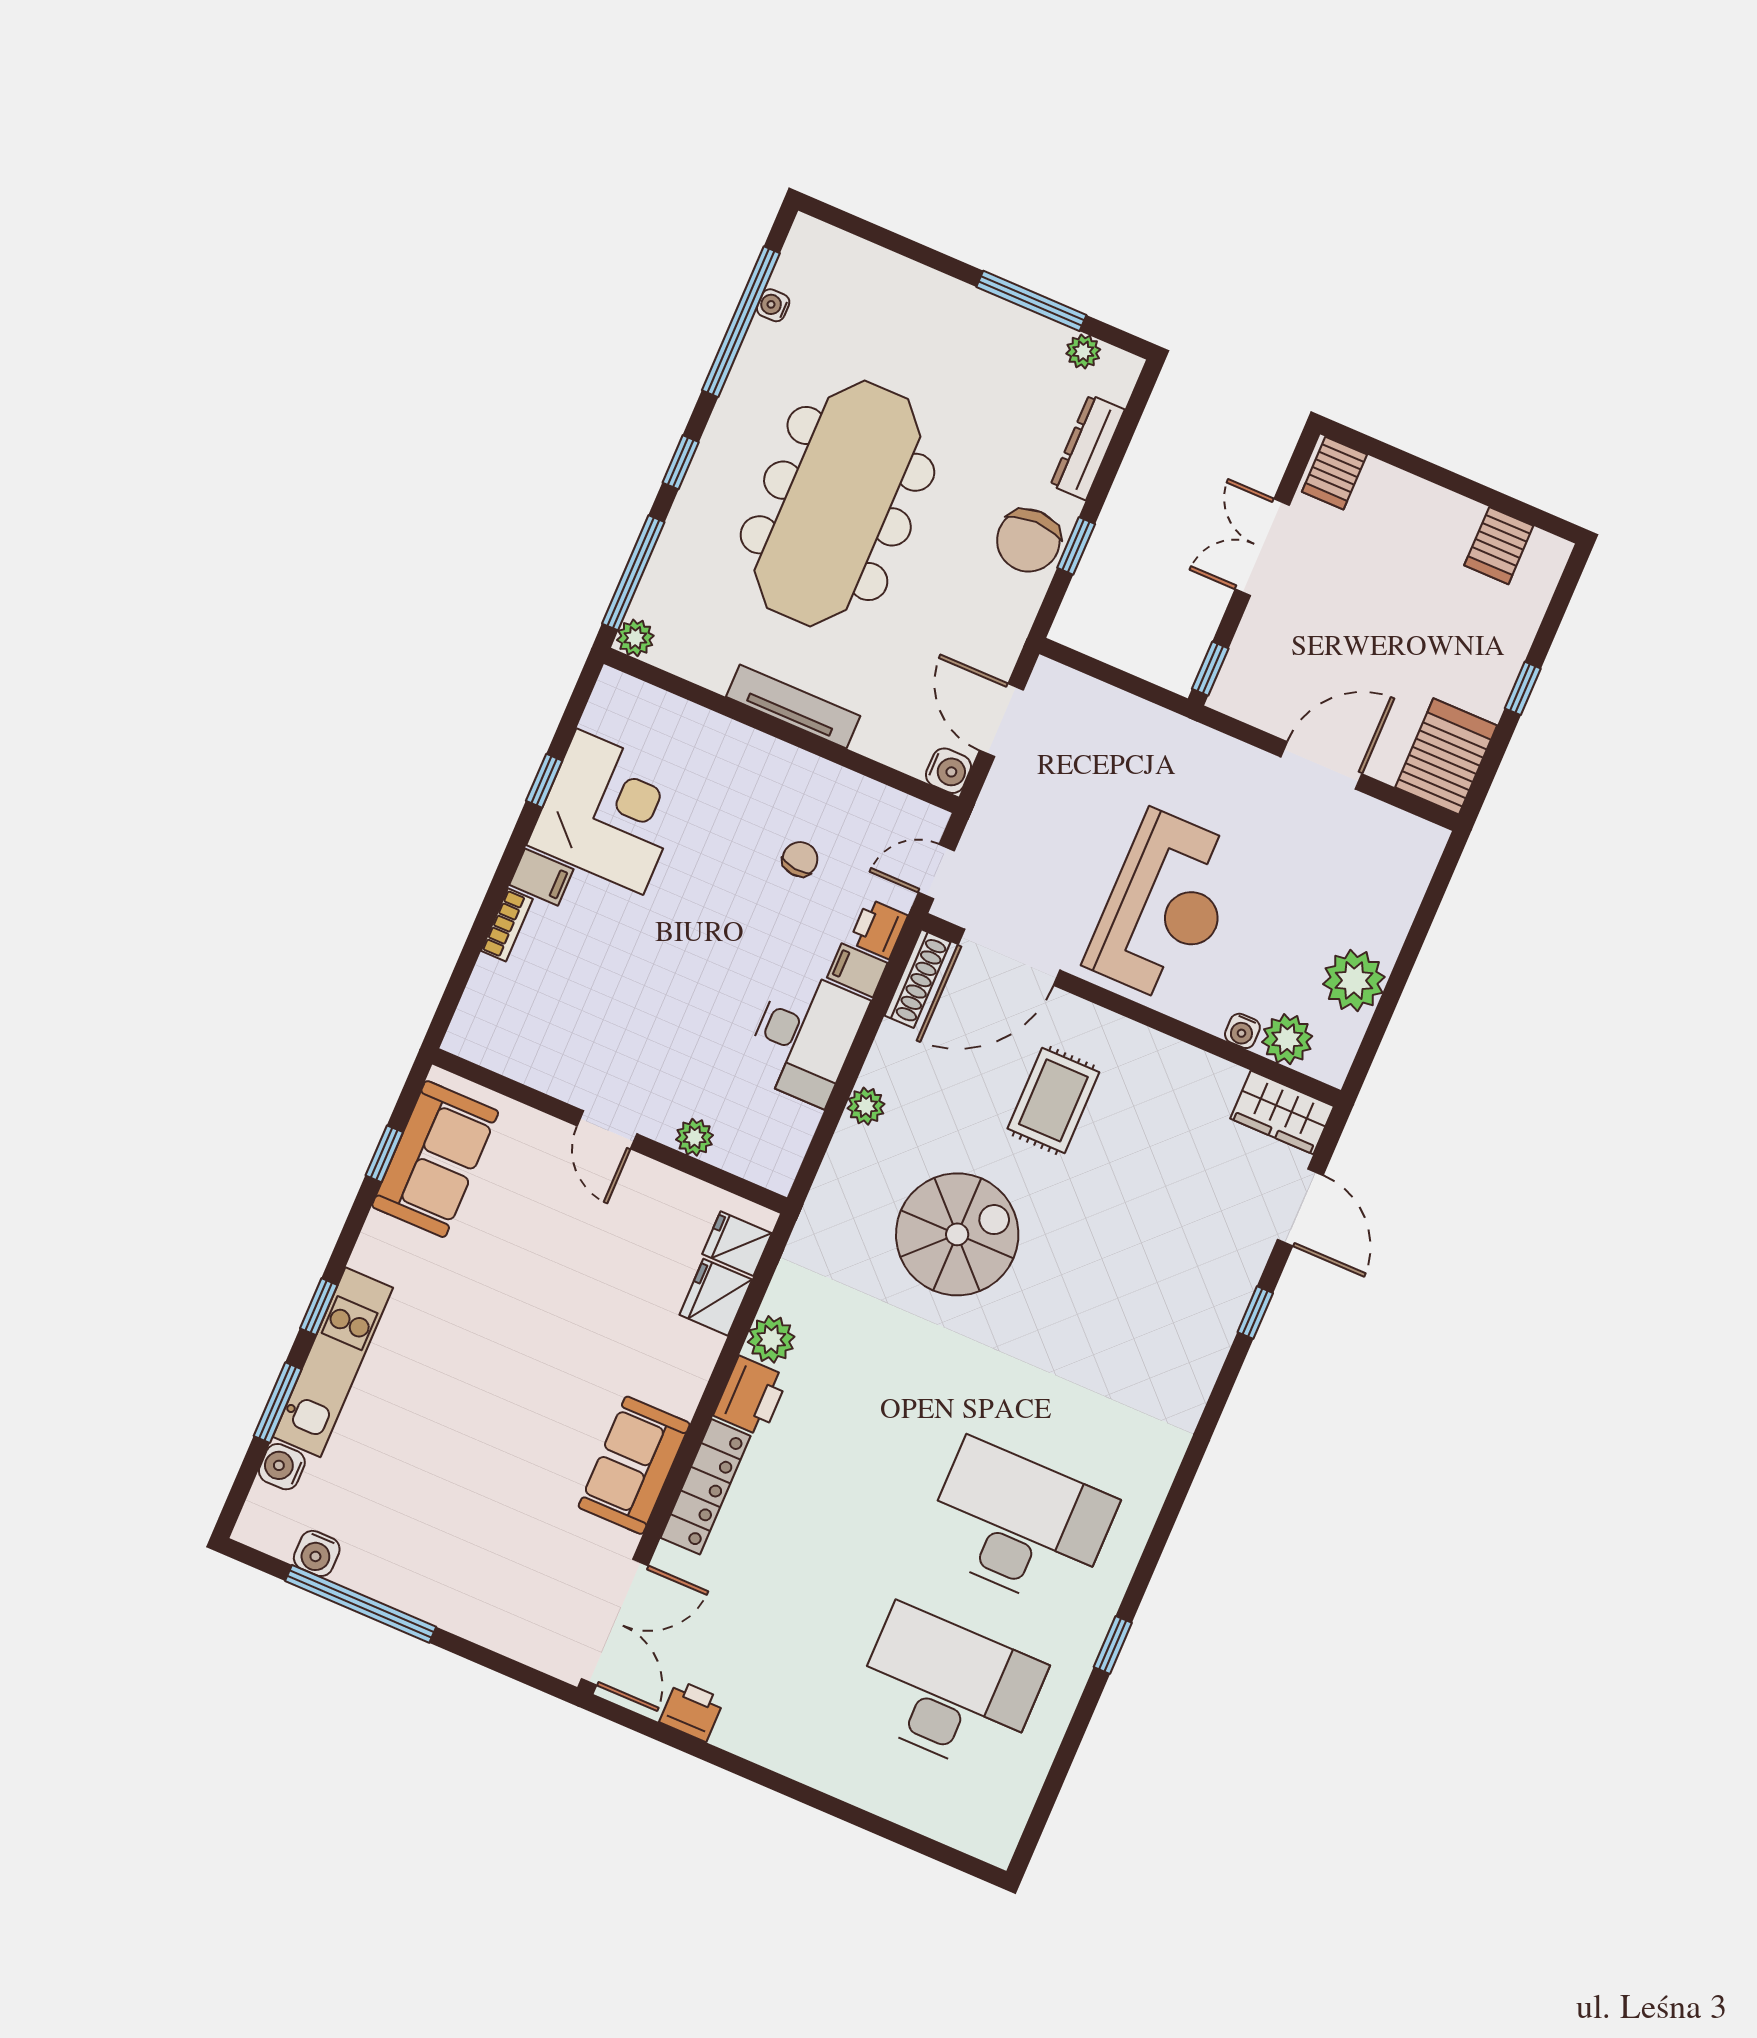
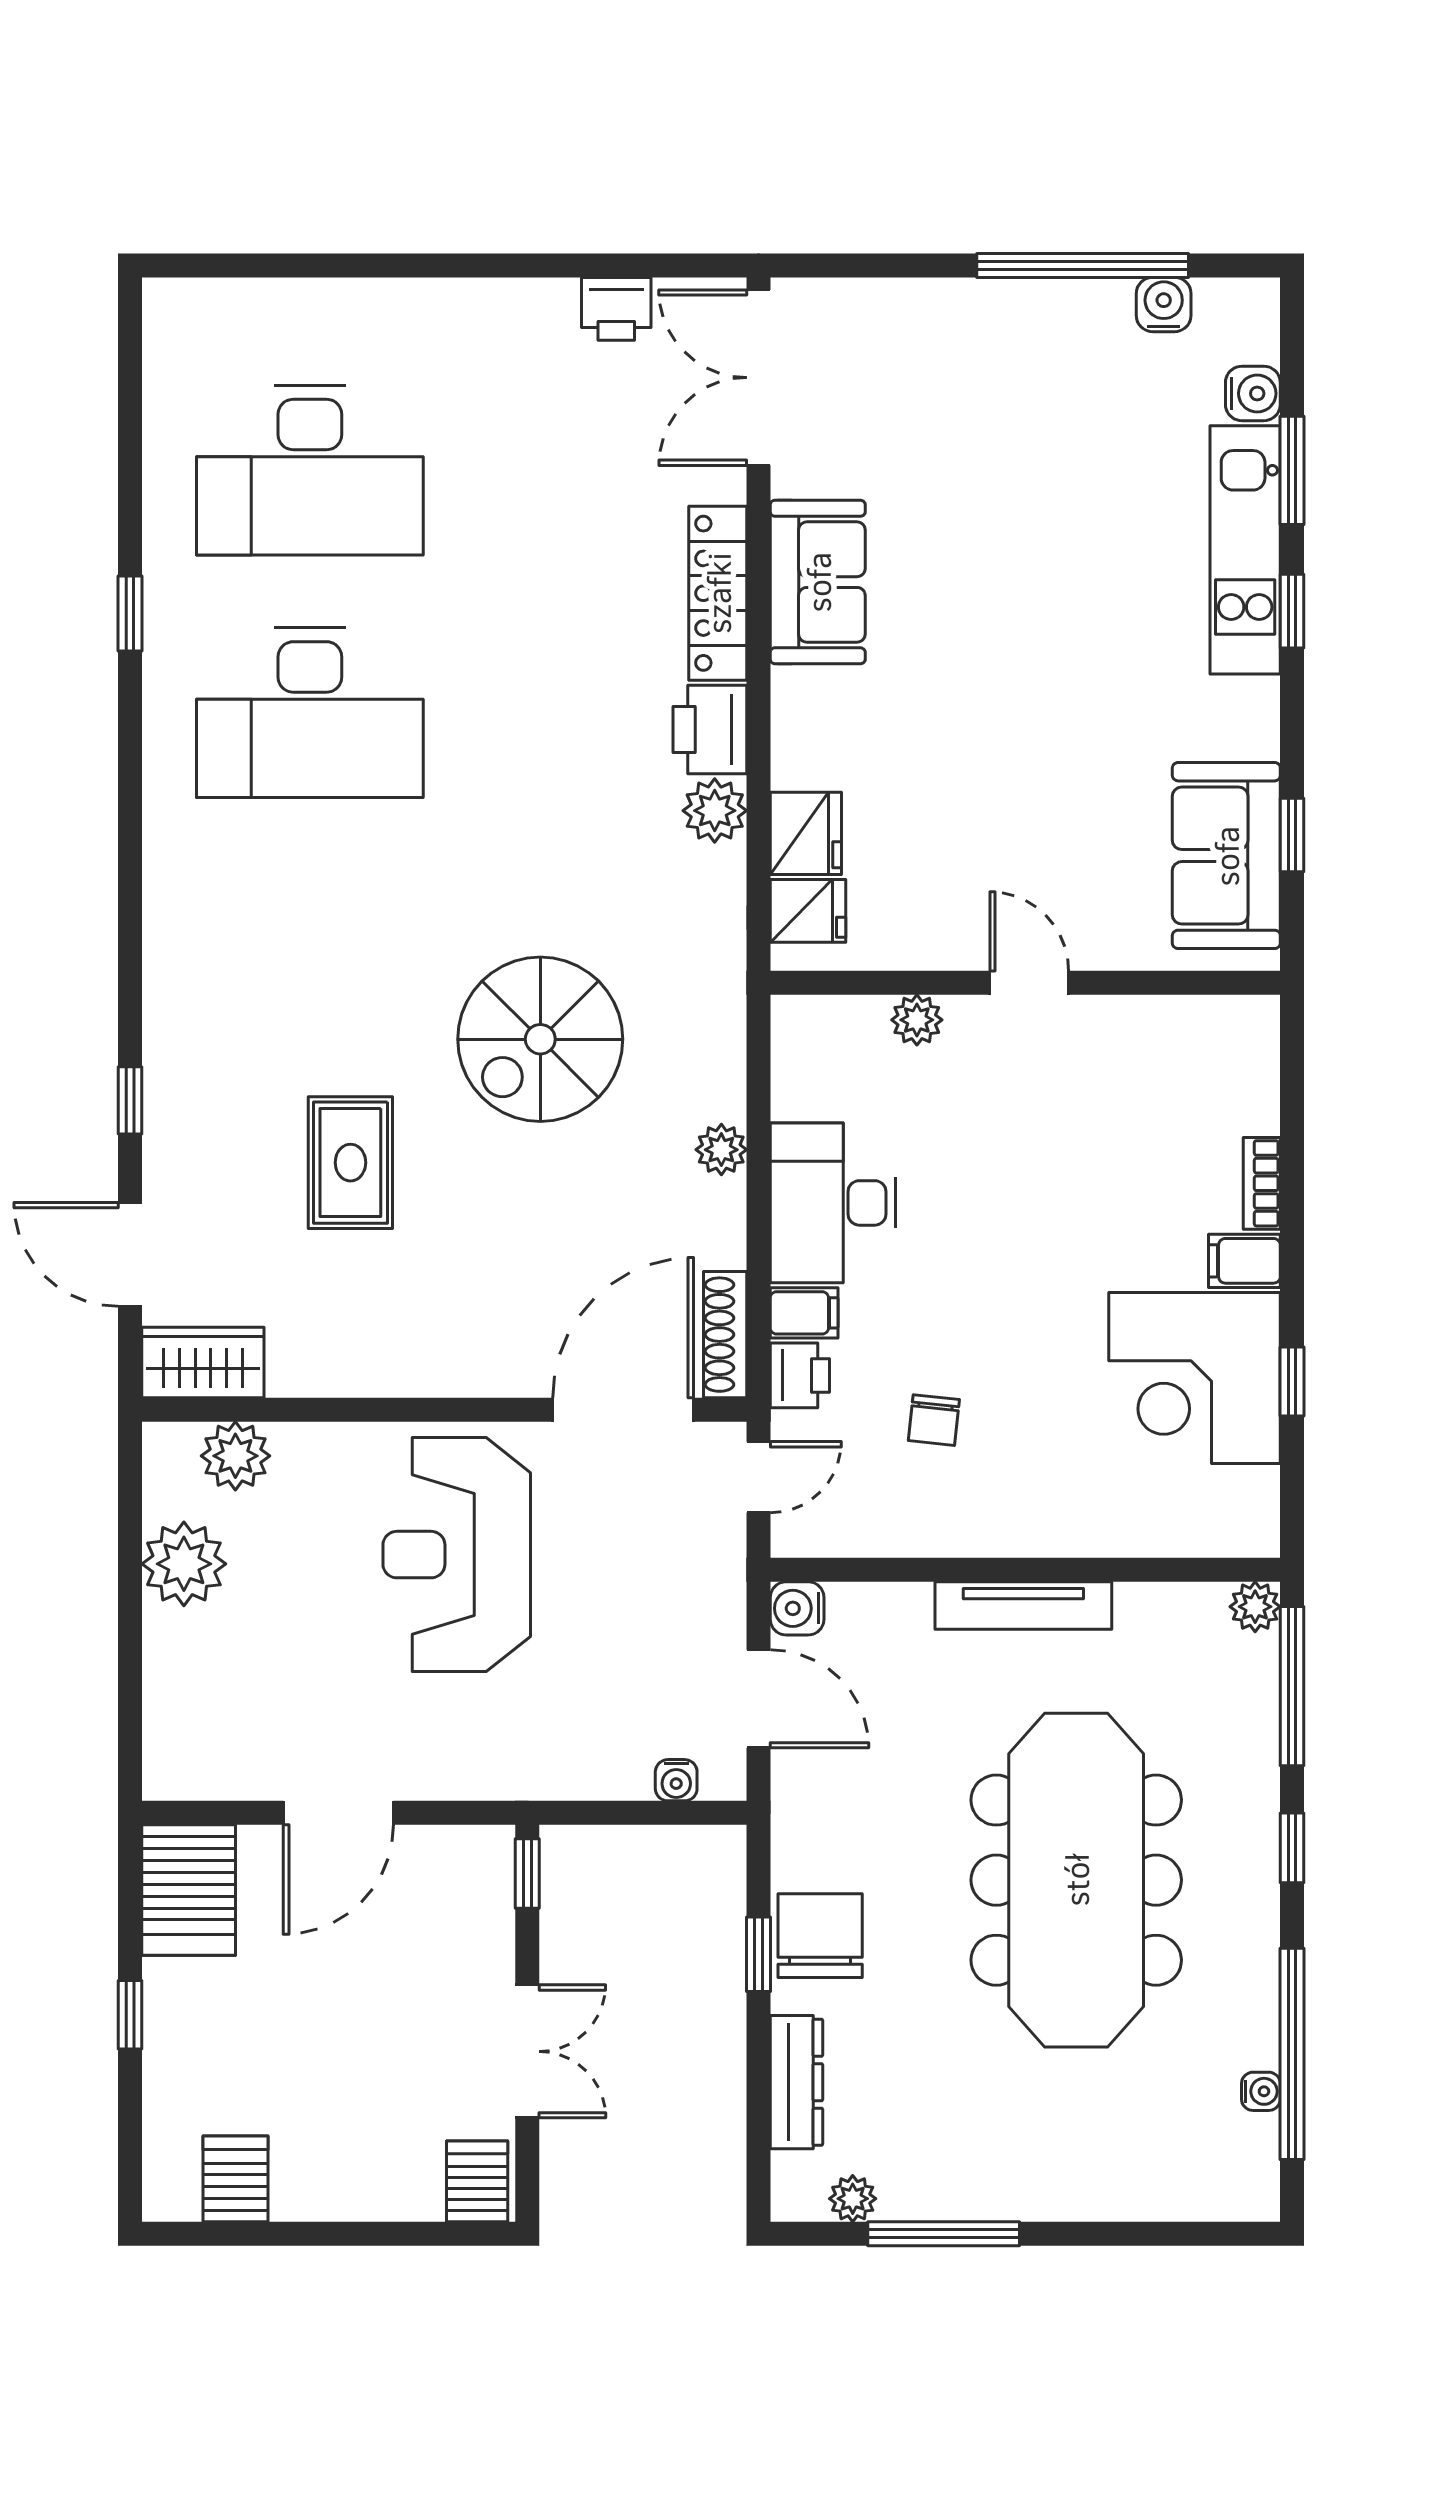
water cooler: (1242, 1031) -> (676, 1780), moved, turned 180
rug: (1053, 1100) -> (350, 1163), moved

